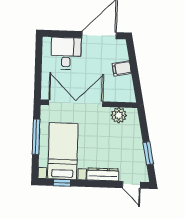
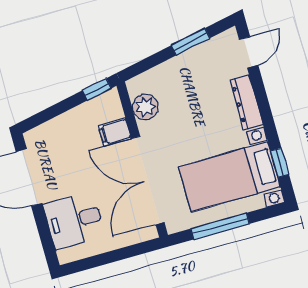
filing cabinet: (122, 68) -> (115, 132), moved, turned 101
window: (138, 90) -> (97, 89), added

